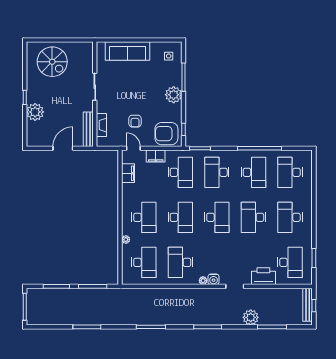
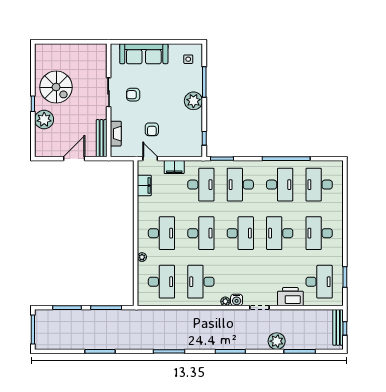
spiral stairs: (52, 62) -> (56, 87), moved
armchair: (166, 134) -> (133, 95), moved, width x0.53, depth x0.53

